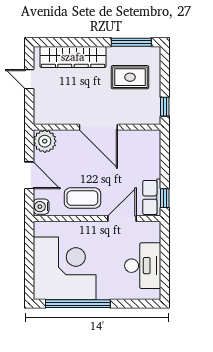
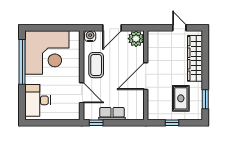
window: (131, 42) -> (205, 99), width x0.69
door: (29, 79) -> (179, 28), hinge flipped
window: (165, 107) -> (172, 123), moved
row of seats: (152, 198) -> (112, 114), moved
desk: (143, 266) -> (38, 100), moved, turned 90

